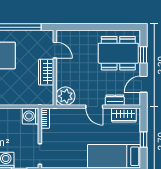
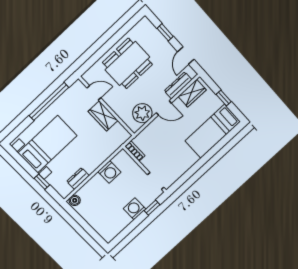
dining table: (118, 53) -> (127, 63), moved
plant: (65, 96) -> (142, 113), moved
dresser: (115, 100) -> (178, 85), width x1.44
washing machine: (31, 116) -> (109, 172), moved, turned -90

